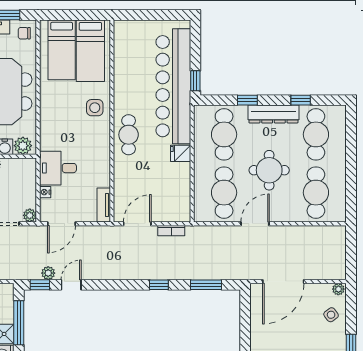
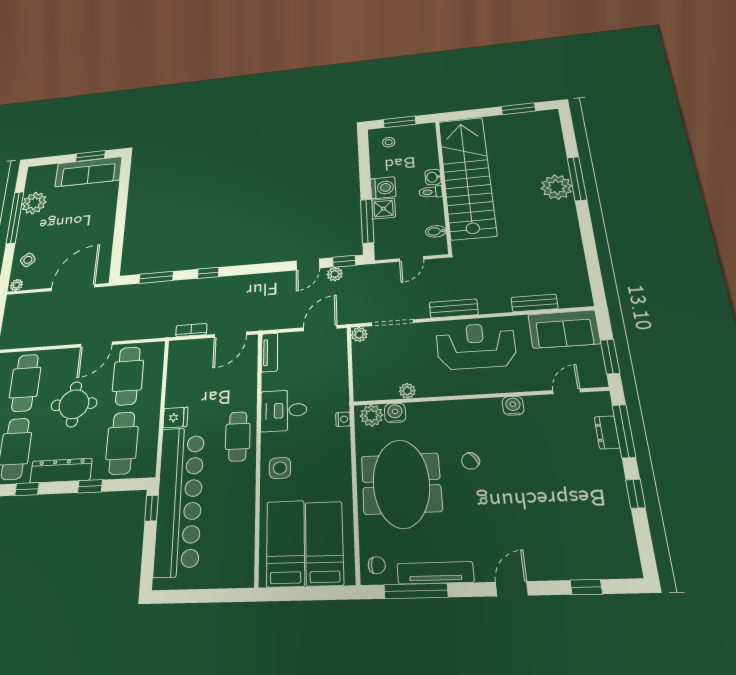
desk: (58, 168) -> (284, 411), moved, turned 180
nightstand: (45, 192) -> (343, 419), moved

